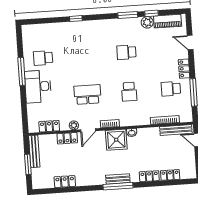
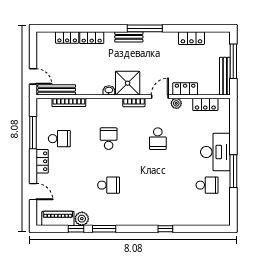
school desk: (87, 94) -> (158, 139), width x0.54
window: (28, 164) -> (233, 61), width x1.44
window: (118, 186) -> (145, 28), moved

